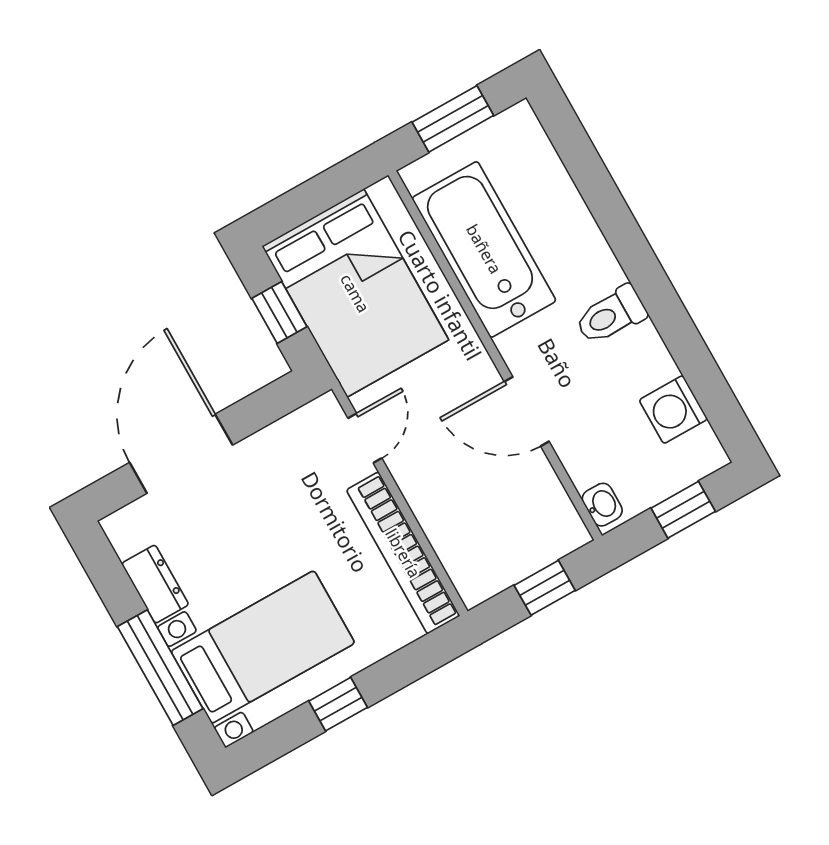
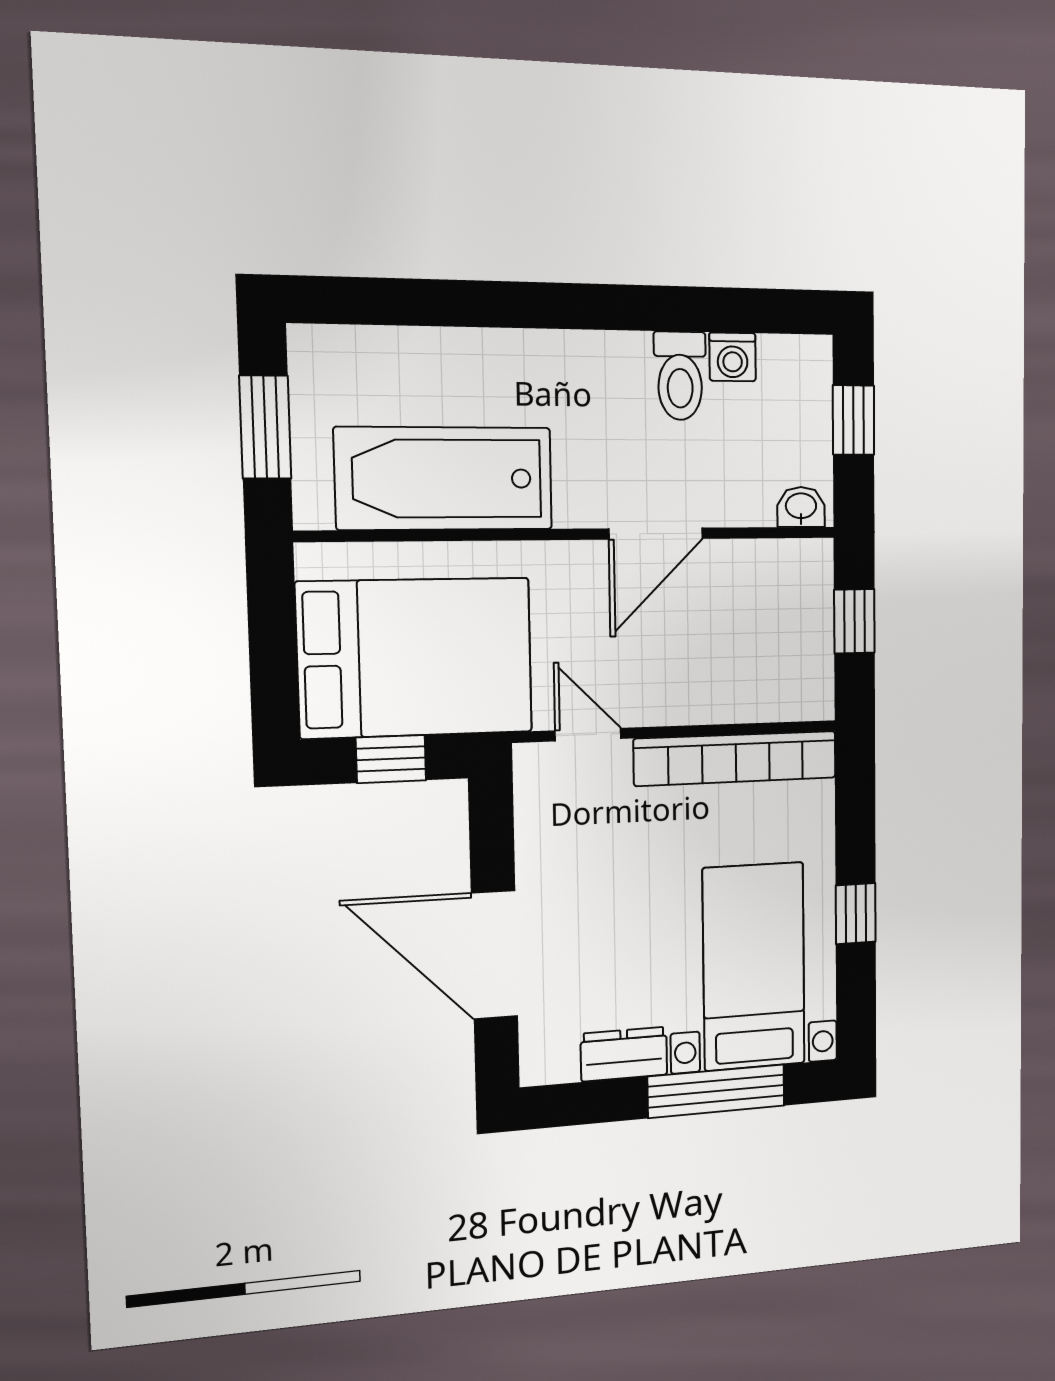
toilet: (611, 315) -> (680, 376), moved
washing machine: (673, 410) -> (733, 357), width x0.73, depth x0.73

